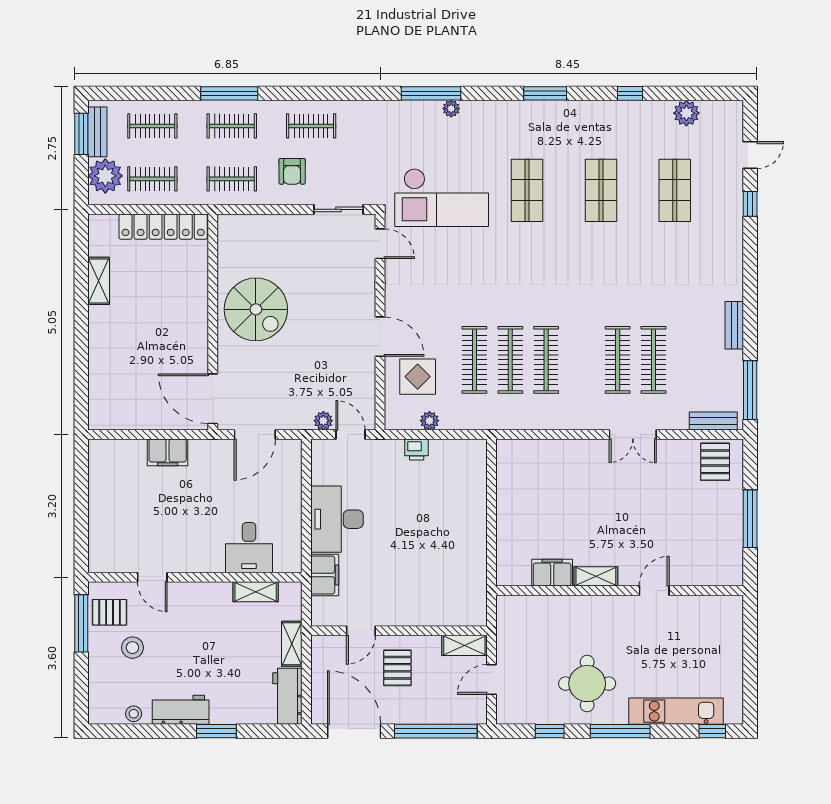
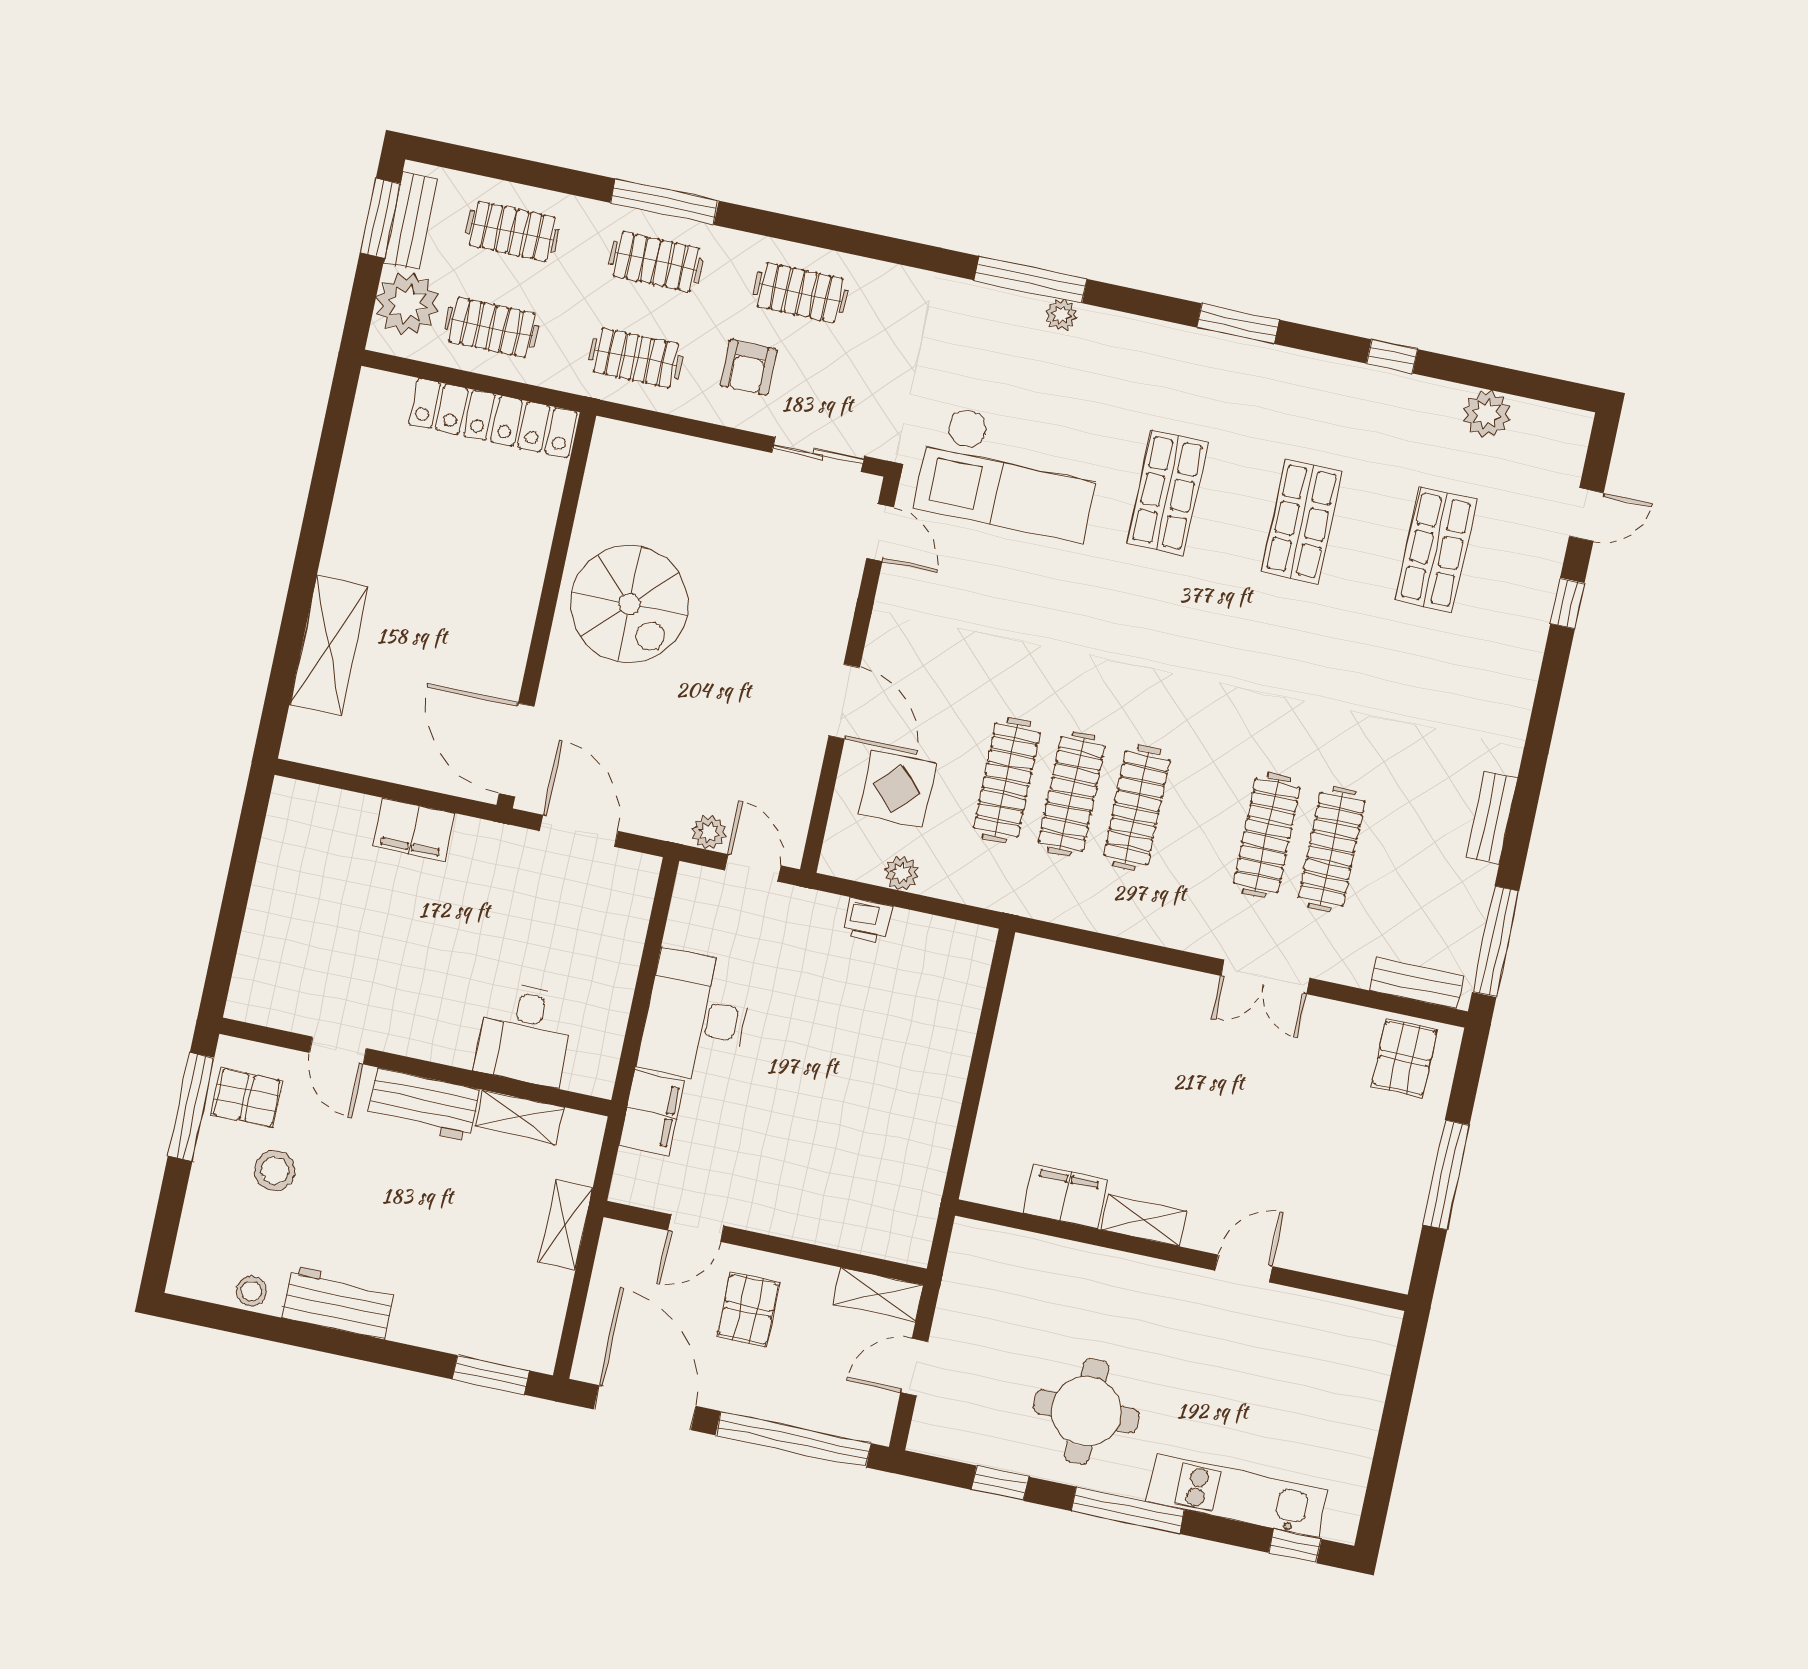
shelving: (99, 281) -> (329, 646), moved, width x1.50, depth x1.33
door: (255, 435) -> (579, 831), swing flipped
workbench: (287, 696) -> (423, 1105), moved, turned -90
window: (216, 731) -> (491, 1375), moved

